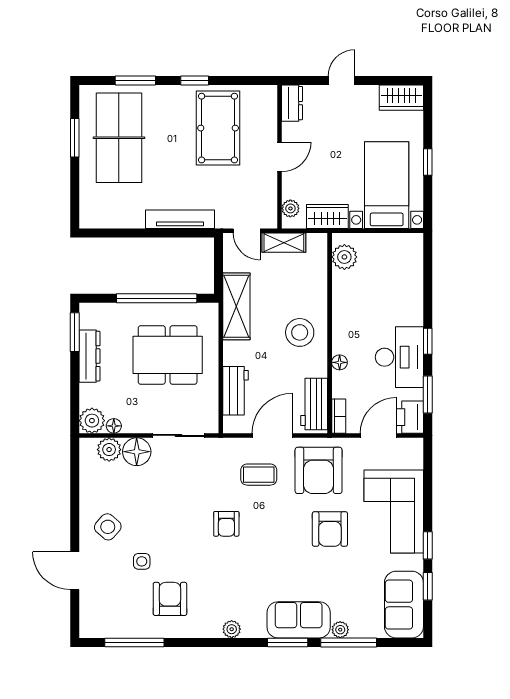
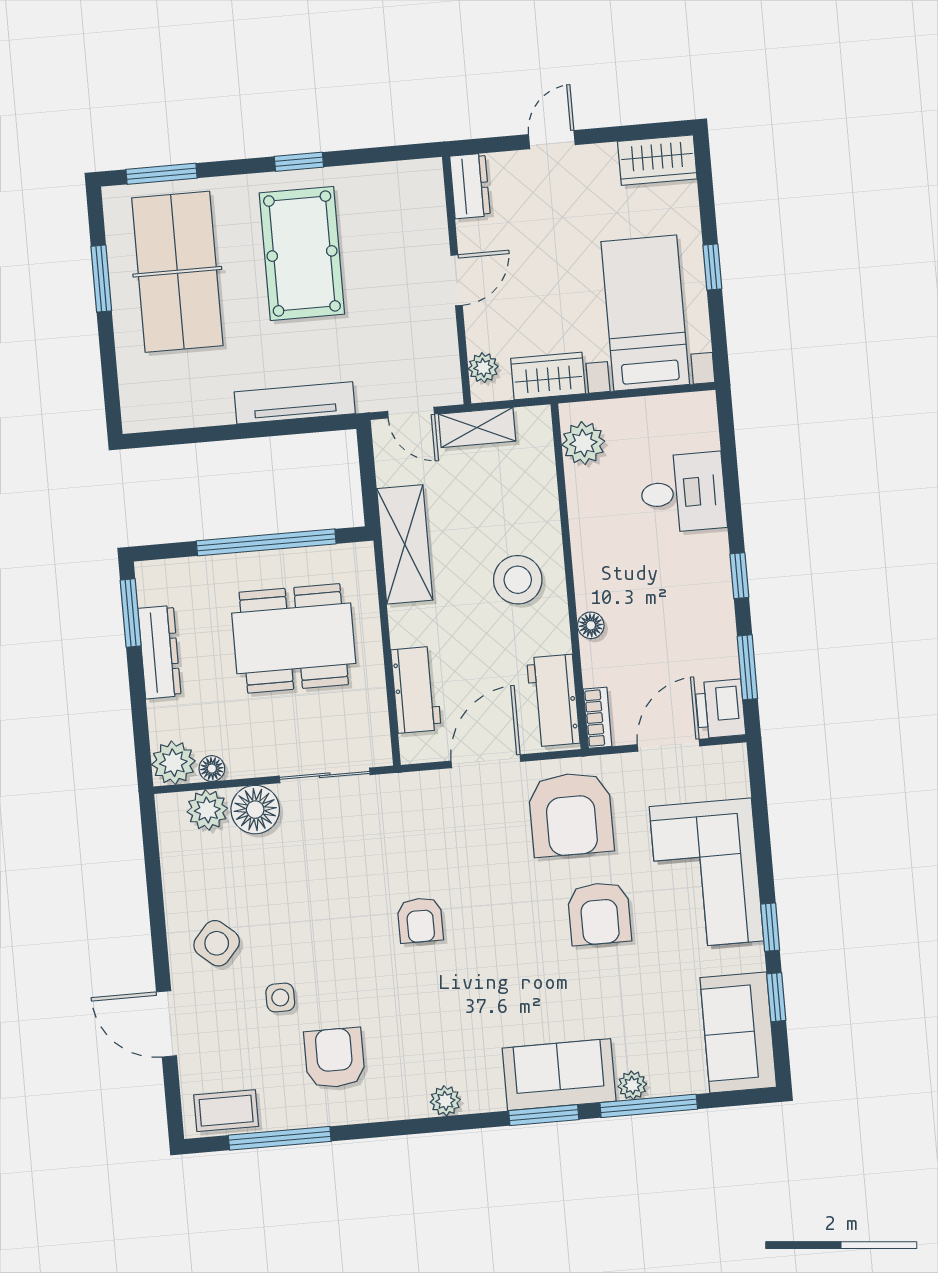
window: (135, 80) -> (162, 174), moved
pool table: (218, 128) -> (302, 253), moved
desk: (399, 357) -> (683, 493), moved, width x0.73
coffee table: (259, 475) -> (226, 1111), moved

